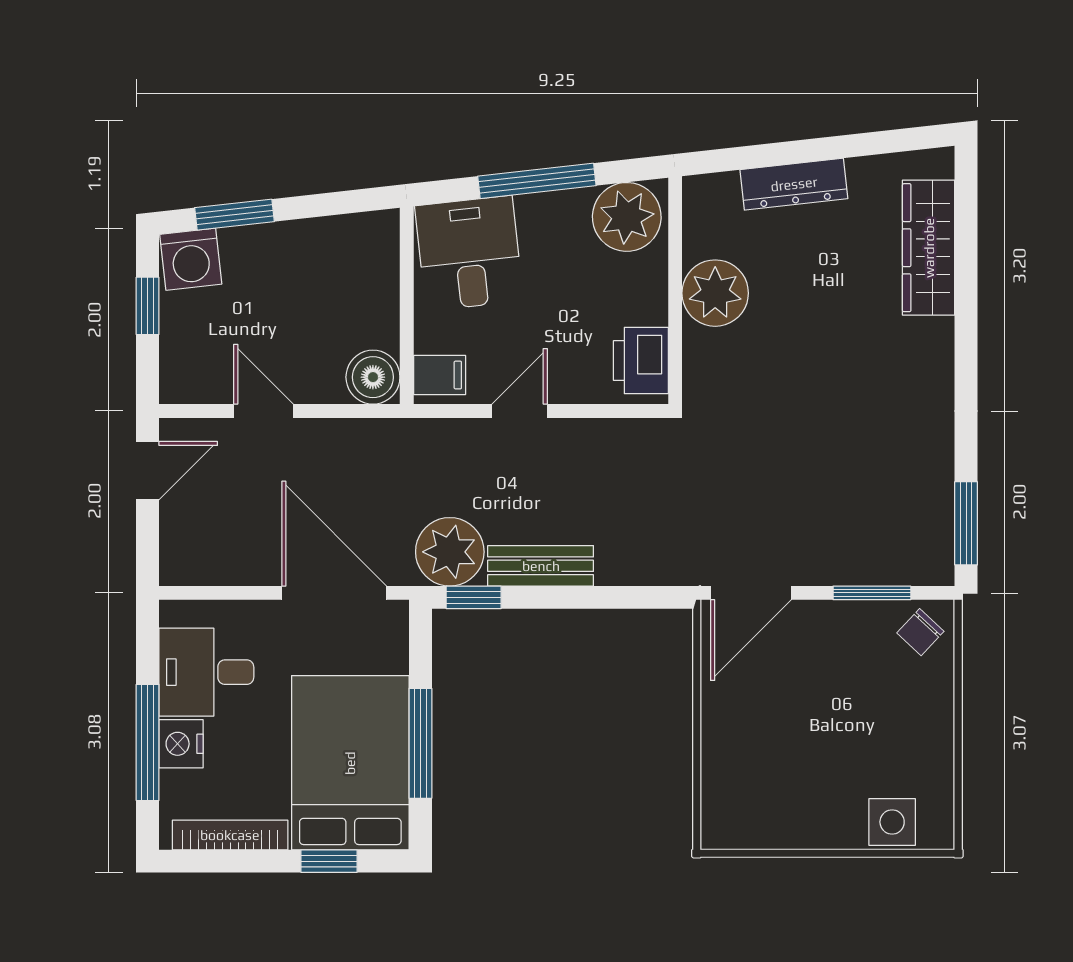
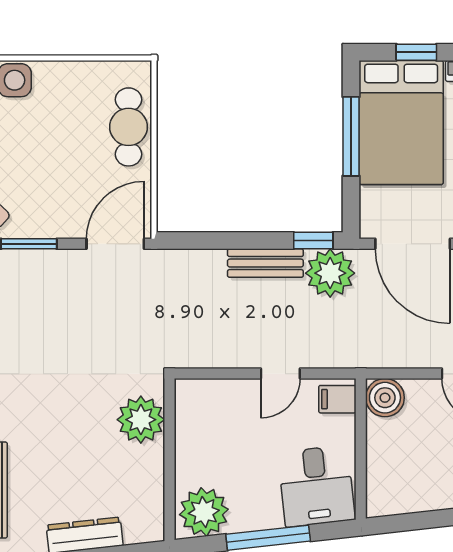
plant: (715, 293) -> (141, 420), moved
printer: (641, 361) -> (194, 409), removed
cafe table: (732, 757) -> (128, 127), added

